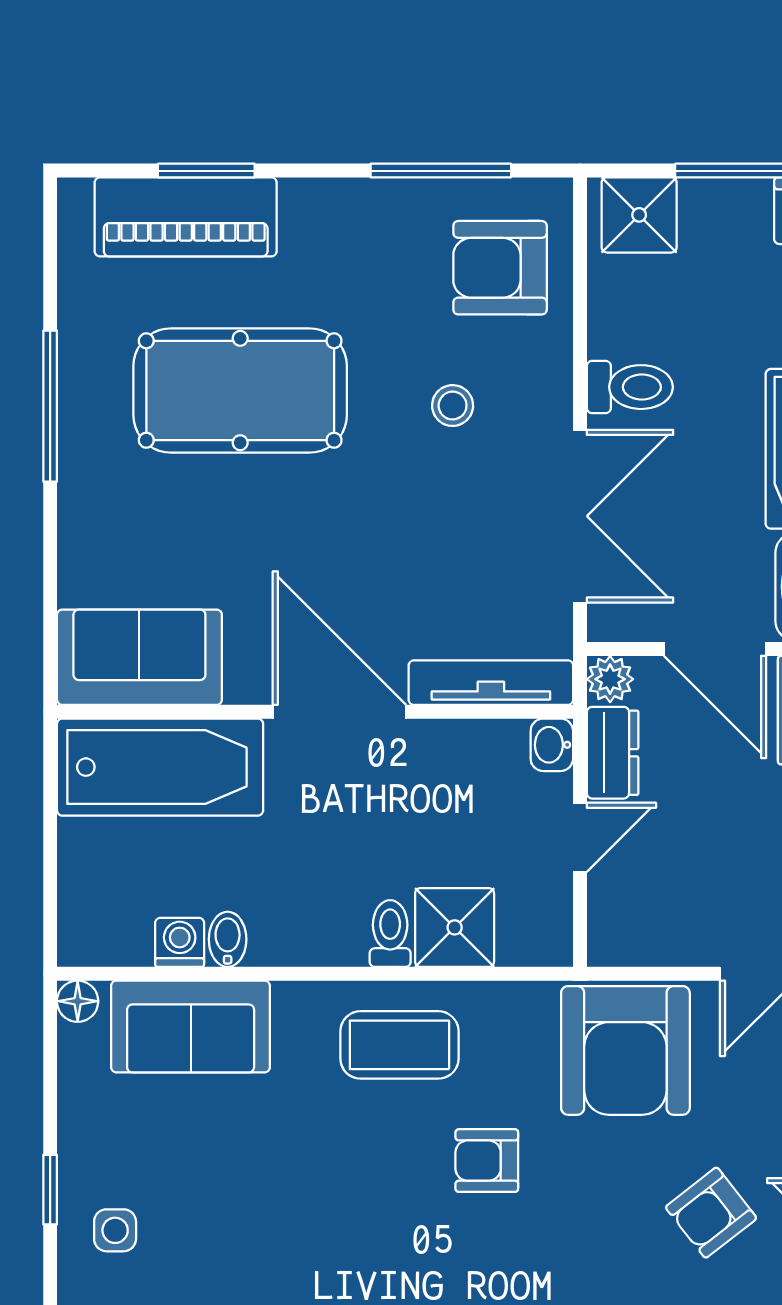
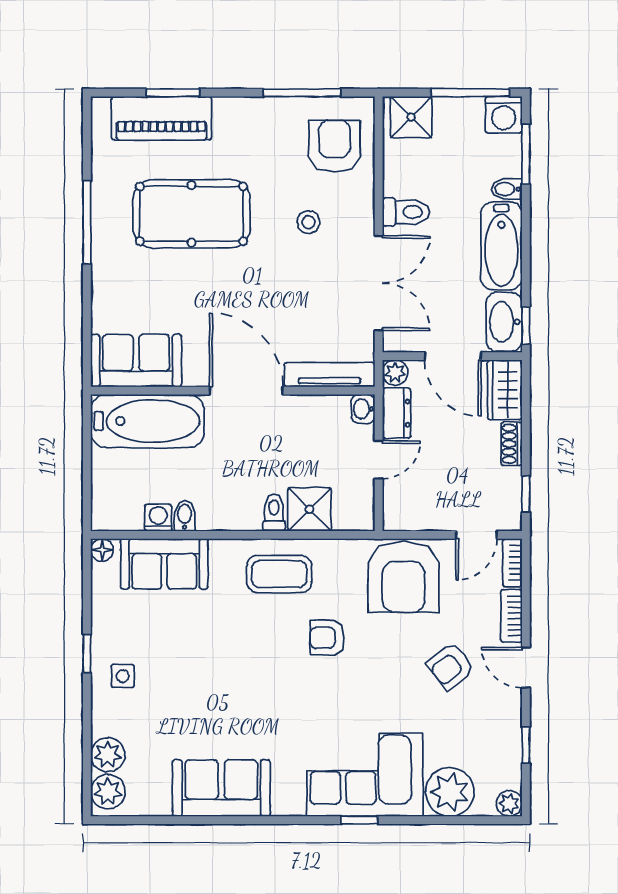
armchair: (500, 268) -> (335, 146), turned 90

